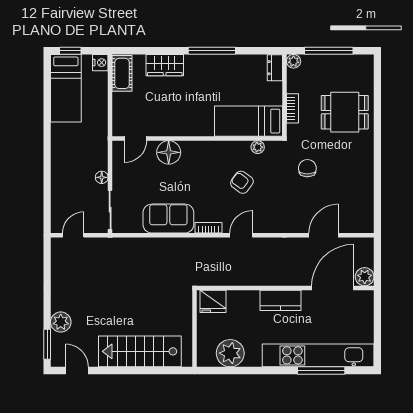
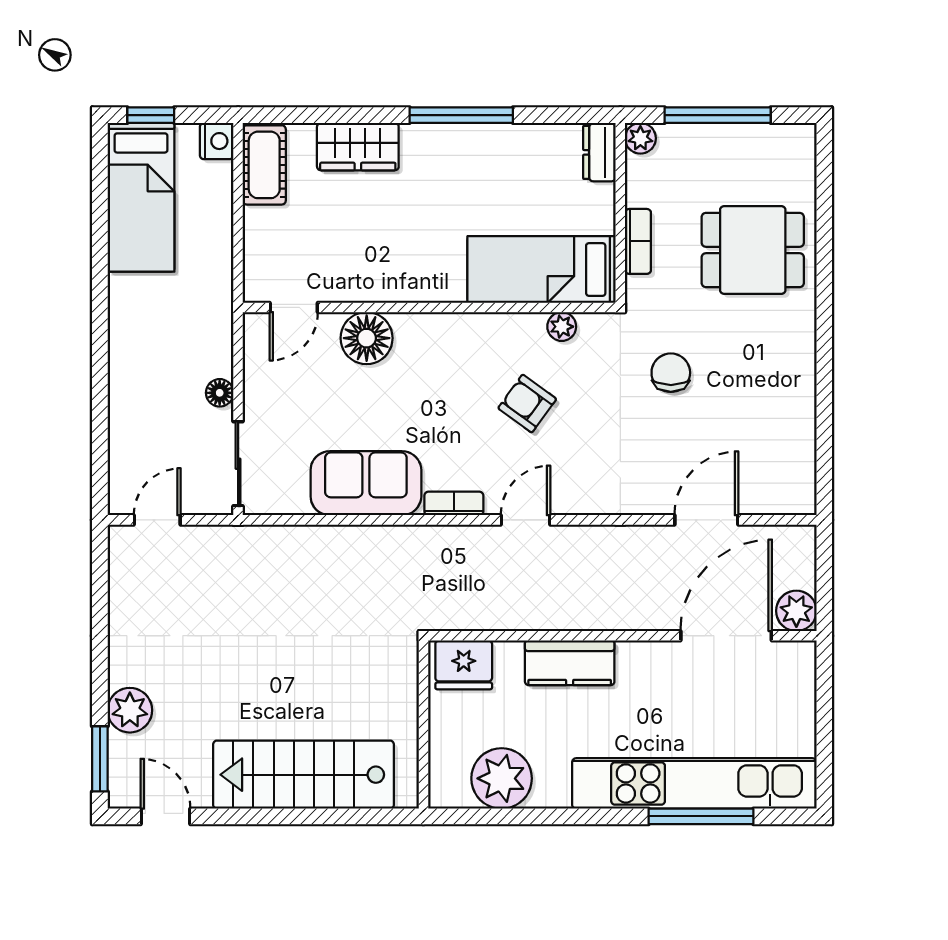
kitchen counter: (281, 300) -> (570, 663), moved

